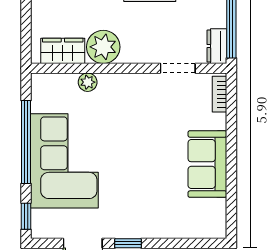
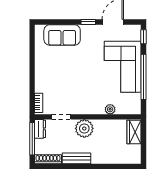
plant: (103, 47) -> (84, 128), moved
wardrobe: (63, 51) -> (134, 132), moved, turned 90
sofa: (207, 164) -> (62, 35), moved, turned 90

